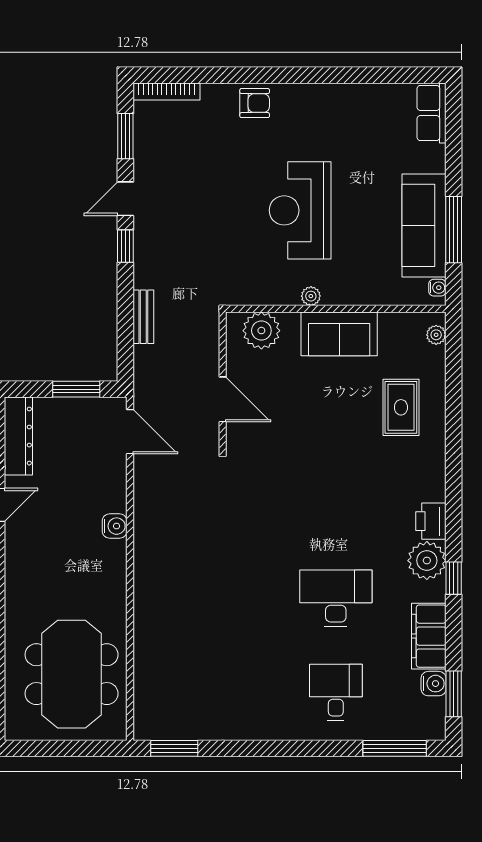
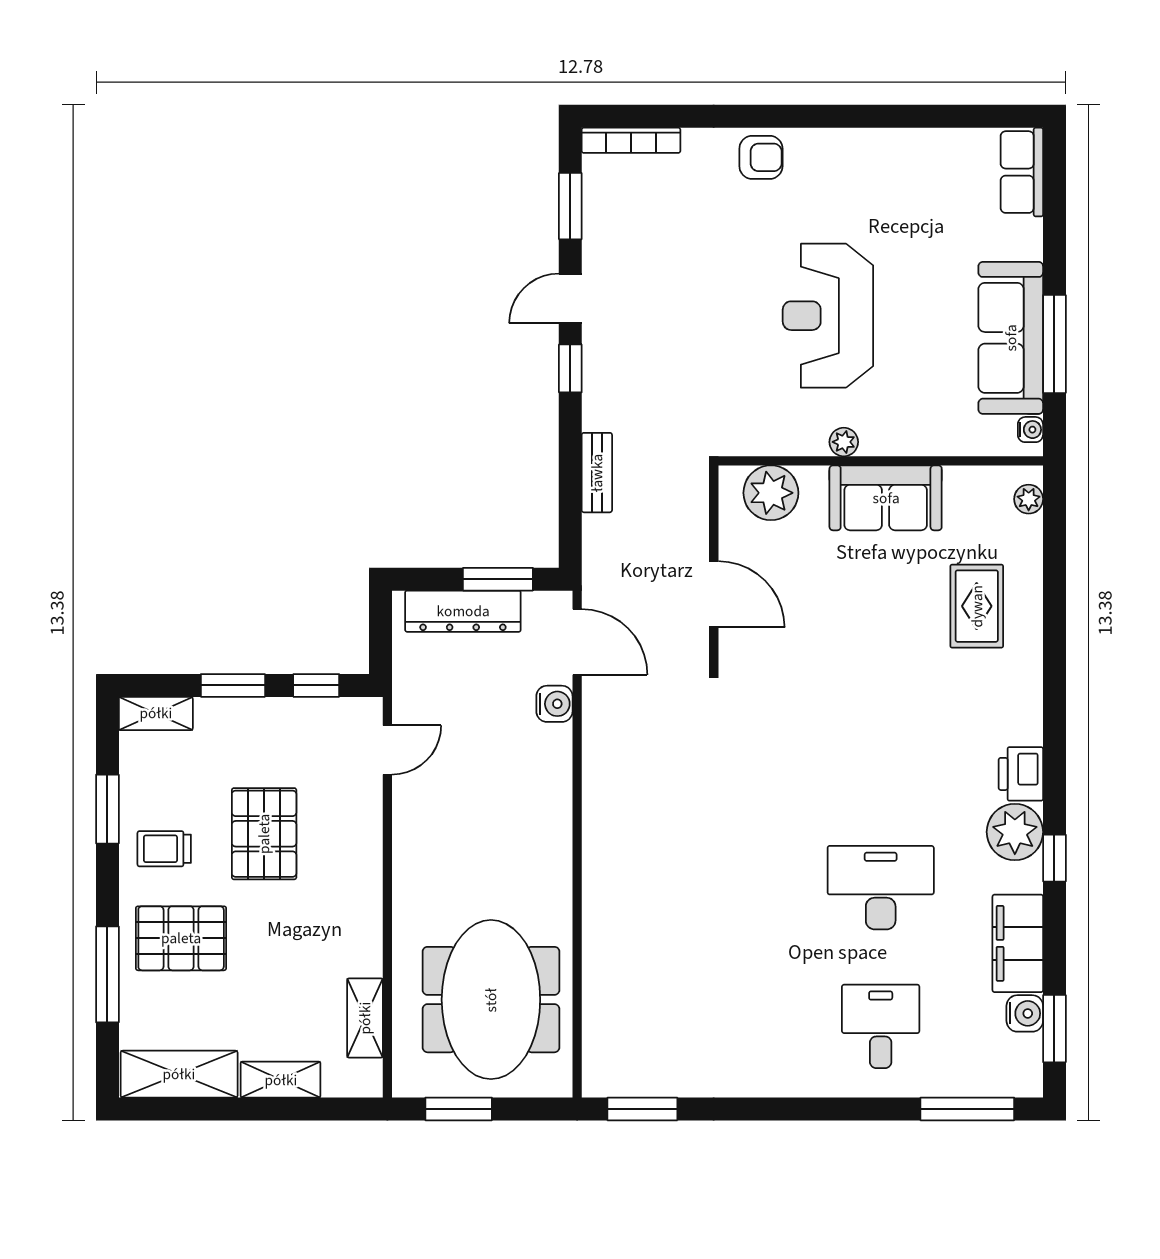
dresser: (18, 436) -> (463, 611), moved, turned 90
water cooler: (115, 526) -> (554, 704), moved
window: (50, 748) -> (459, 1109), added

